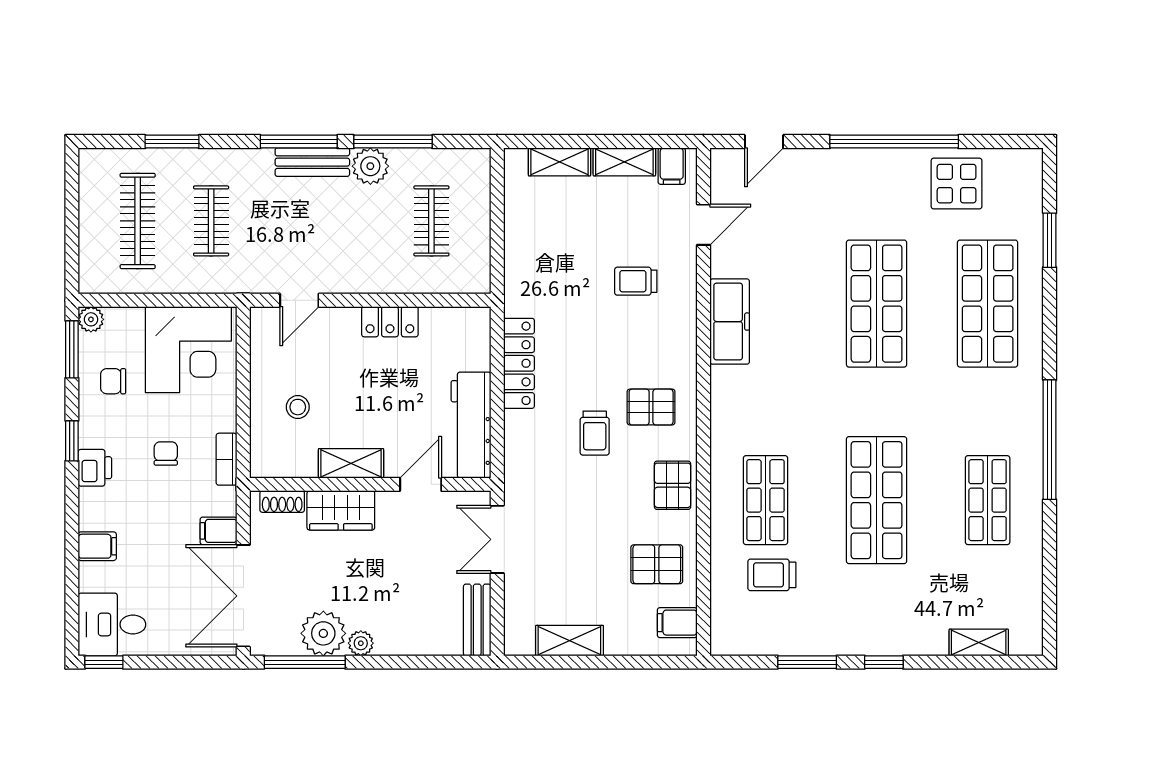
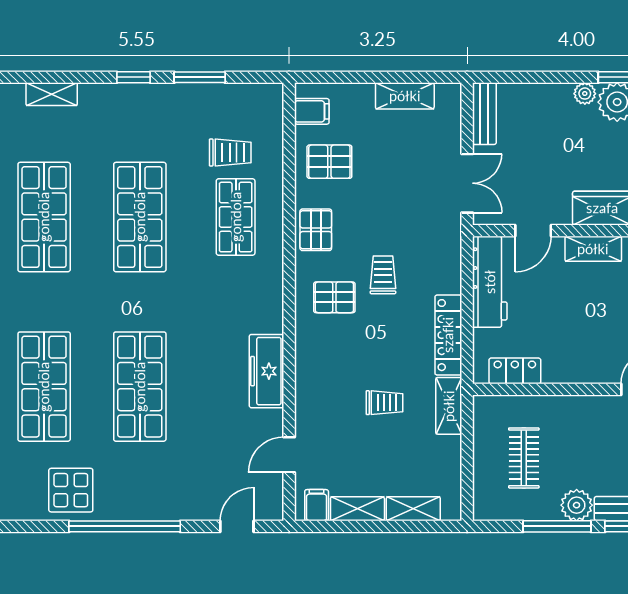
shelving: (518, 281) -> (449, 406), added
trolley: (636, 281) -> (384, 403), moved
locker: (390, 322) -> (515, 371), moved
shop shelf: (988, 500) -> (44, 217), width x1.43, depth x1.36

